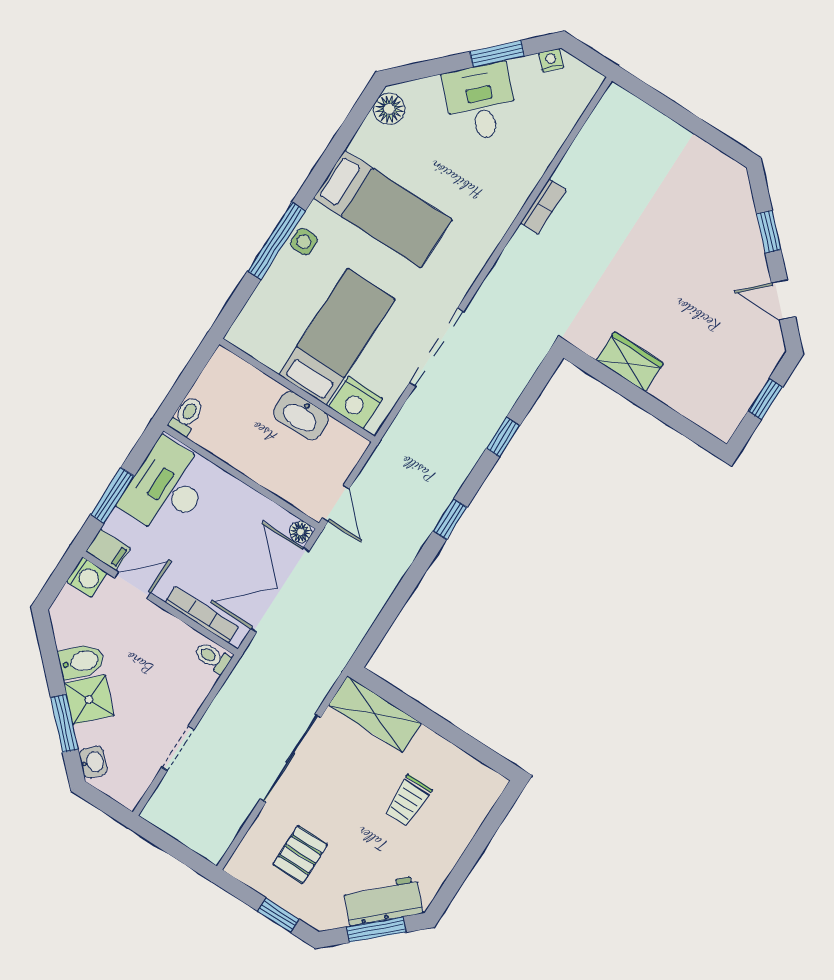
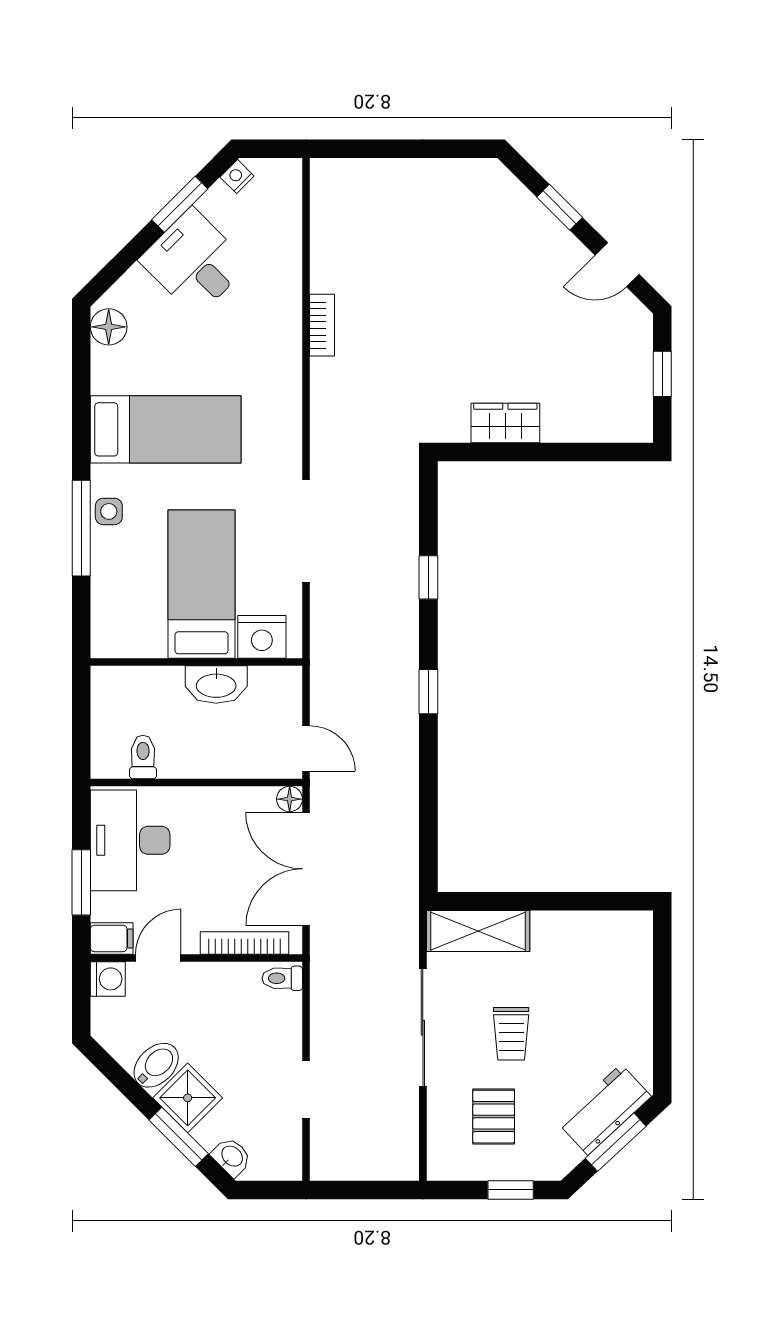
toilet: (187, 416) -> (143, 757), moved
trolley: (408, 801) -> (511, 1034), moved

